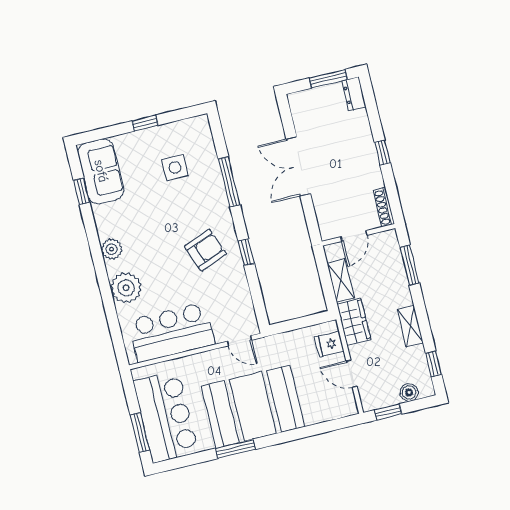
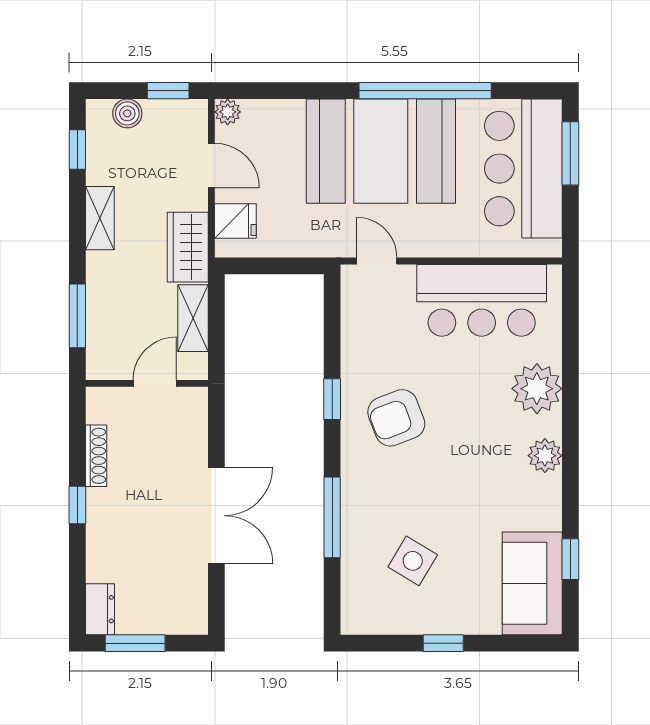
side table: (175, 168) -> (413, 561), turned 31
shoe rack: (384, 207) -> (96, 456), moved
plant: (350, 408) -> (228, 112), added
window: (235, 449) -> (425, 91), width x2.11

